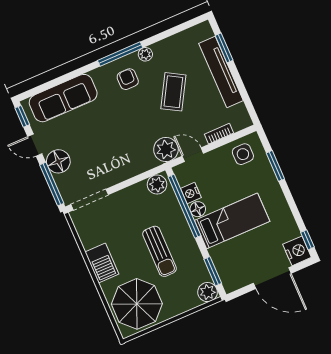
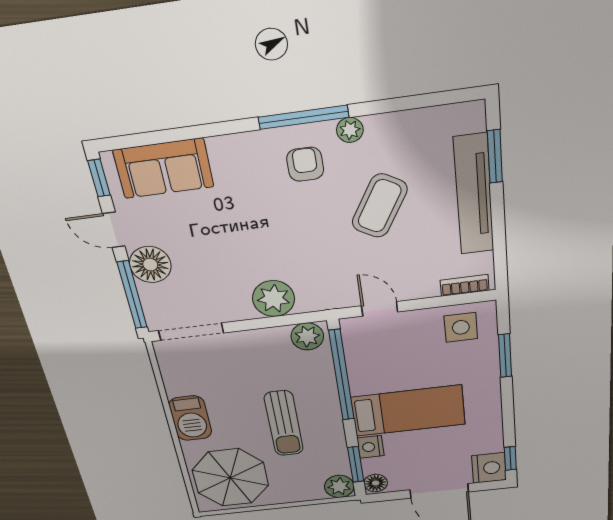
sofa: (63, 98) -> (164, 168), width x0.73
bookcase: (219, 134) -> (465, 285), moved
plant: (166, 149) -> (274, 299), moved
nightstand: (191, 193) -> (371, 447), moved
floor lamp: (198, 209) -> (376, 483), moved

